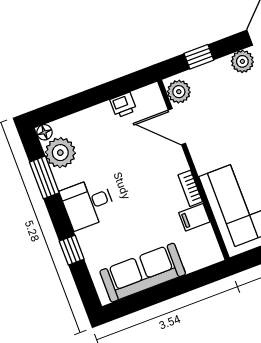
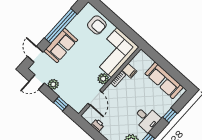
plant: (179, 92) -> (103, 79), moved

